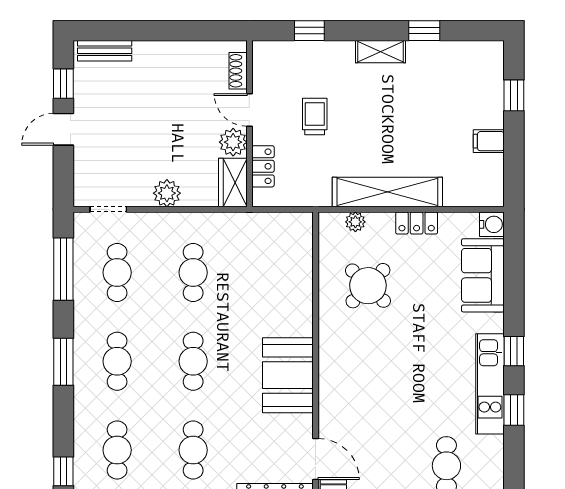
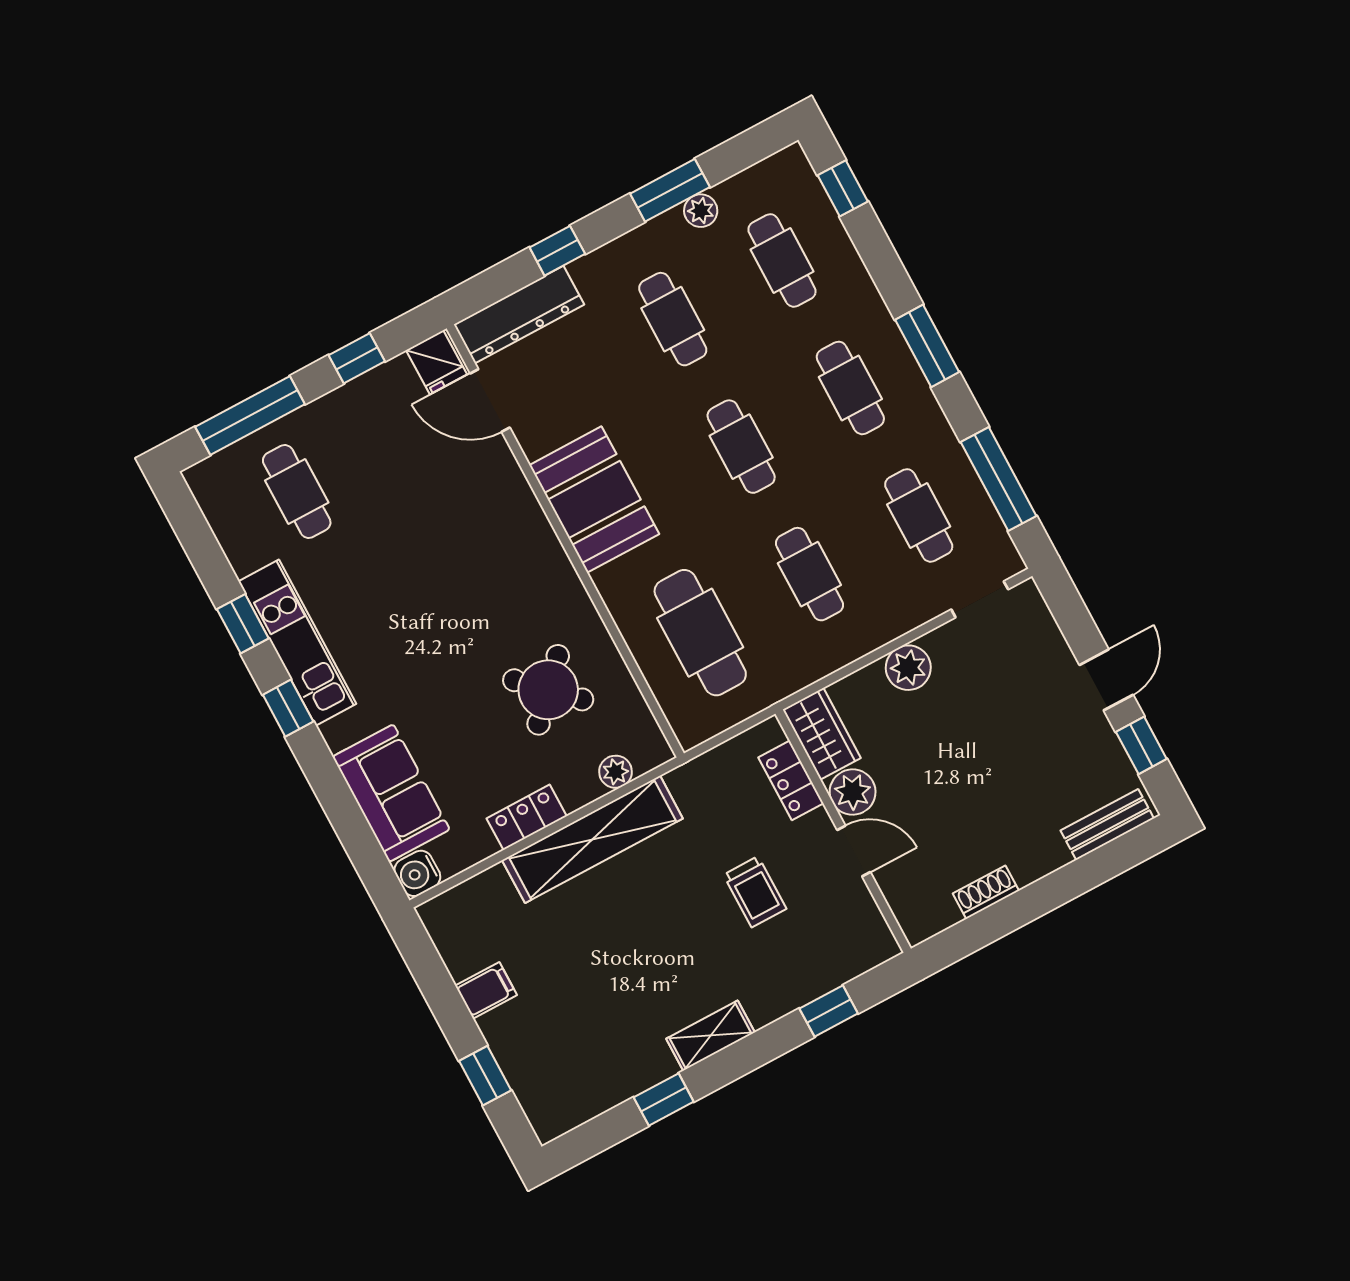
shoe rack: (238, 71) -> (986, 892), moved, turned -90
cafe table: (269, 273) -> (700, 633), added

